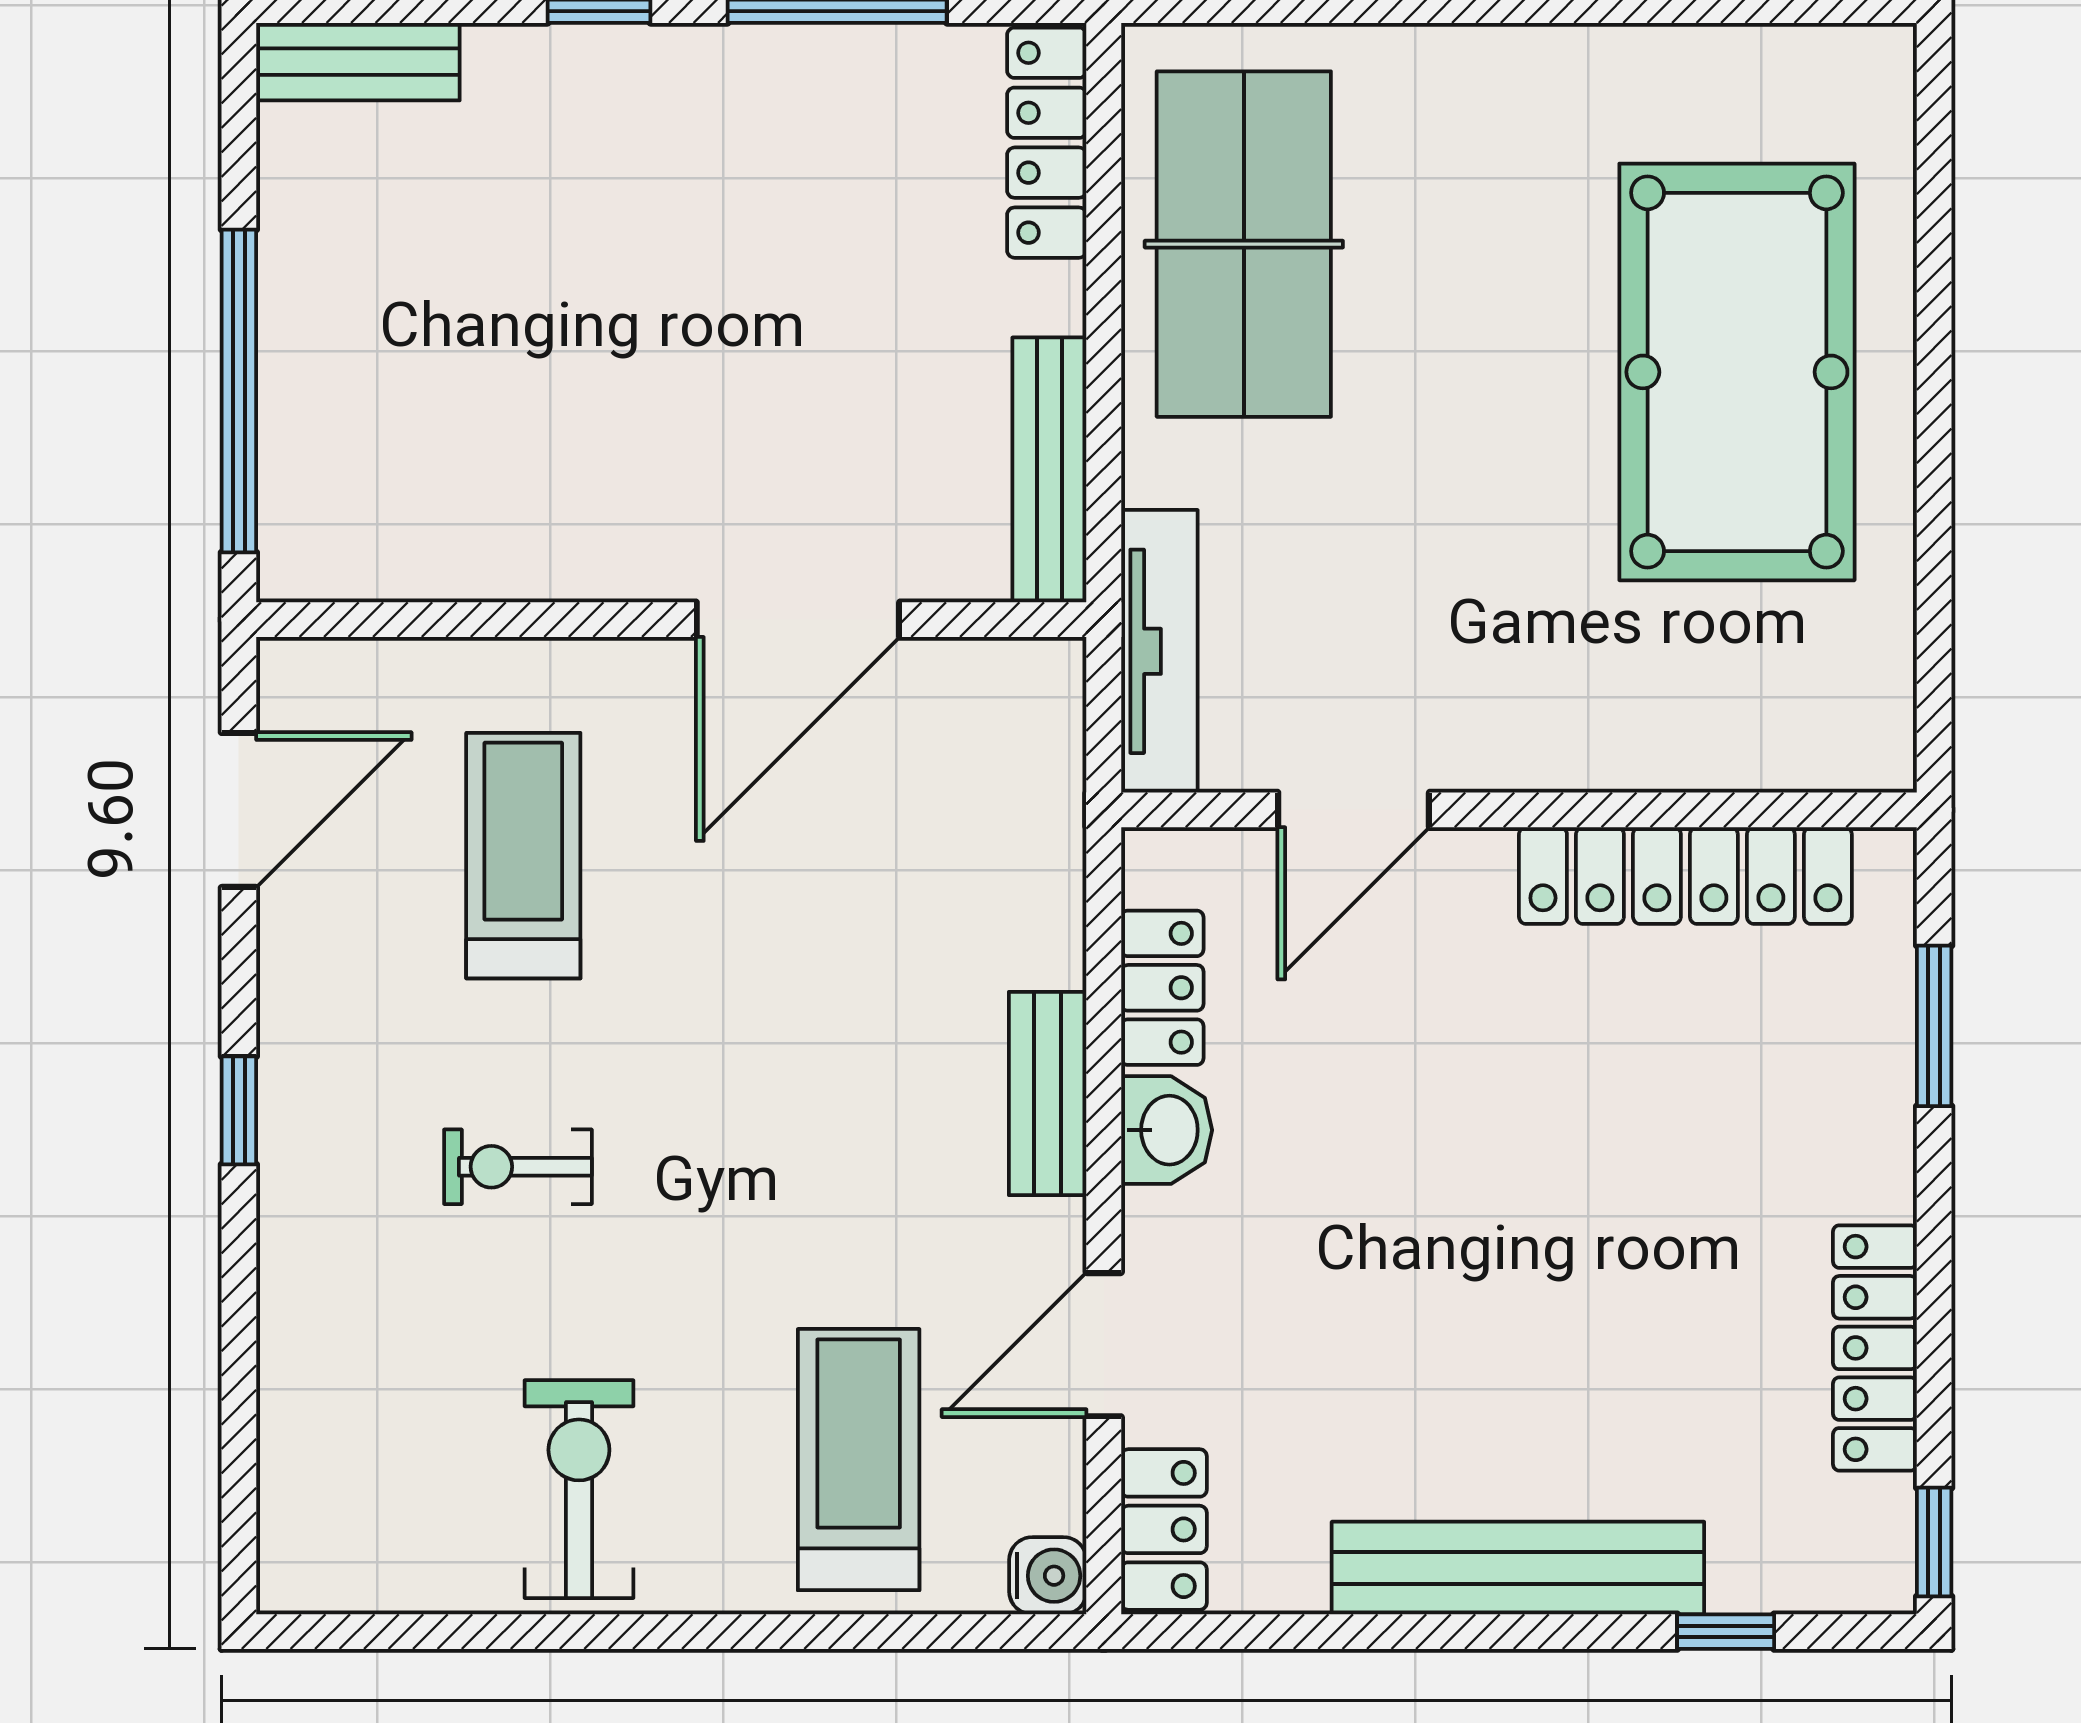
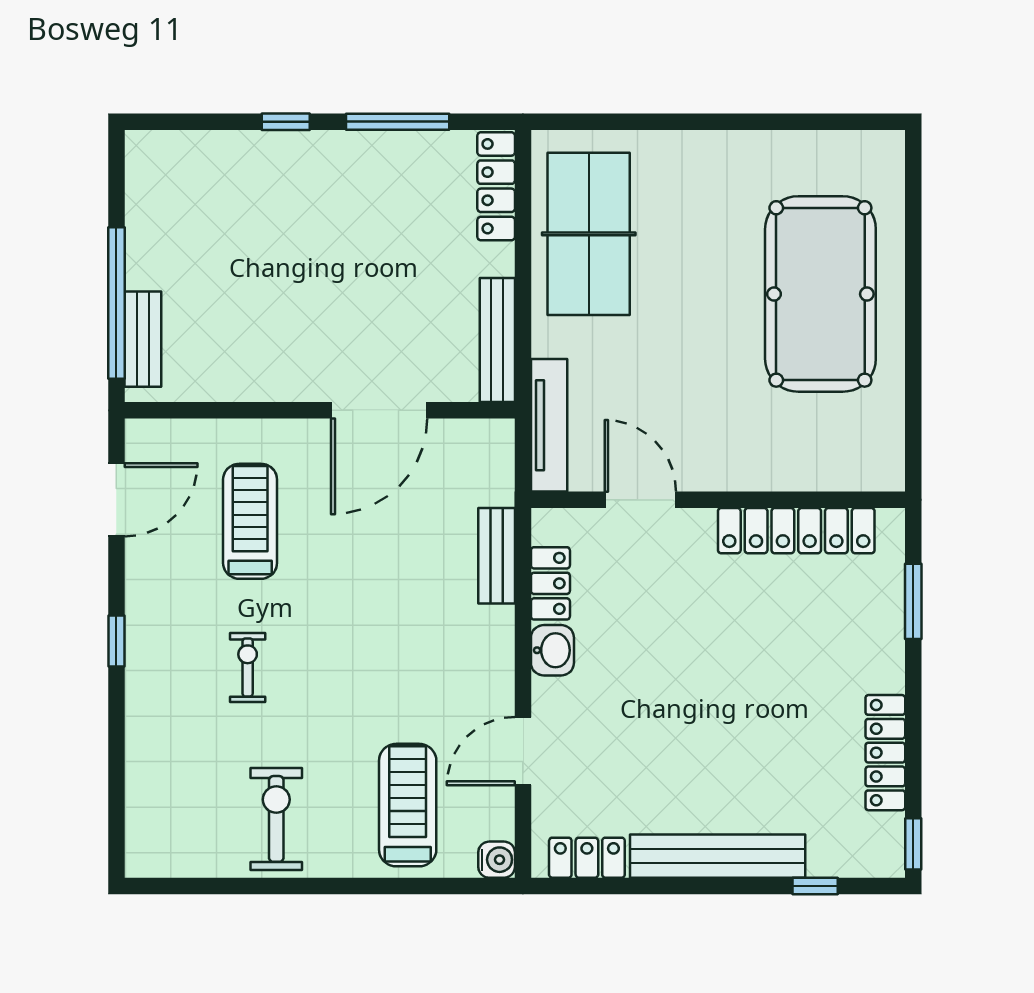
bench: (358, 62) -> (143, 339), moved, turned 90
door: (1354, 810) -> (640, 500), swing flipped
bench: (1048, 1093) -> (497, 556), moved
exercise bike: (518, 1167) -> (248, 667), turned 90
locker: (1164, 1529) -> (587, 858), moved, turned -90

